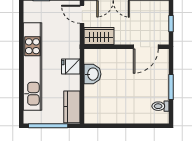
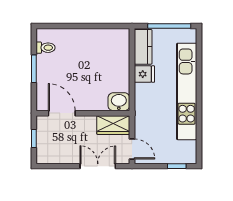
door: (146, 47) -> (62, 113), hinge flipped
fridge: (71, 67) -> (144, 74), moved
washbasin: (92, 74) -> (119, 102), moved, turned 90

